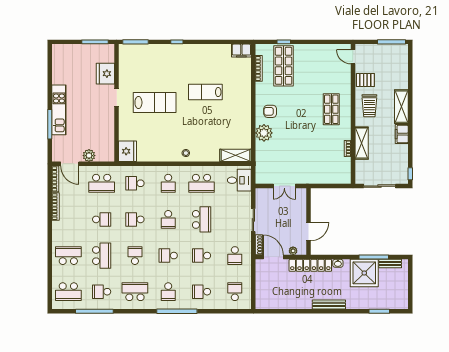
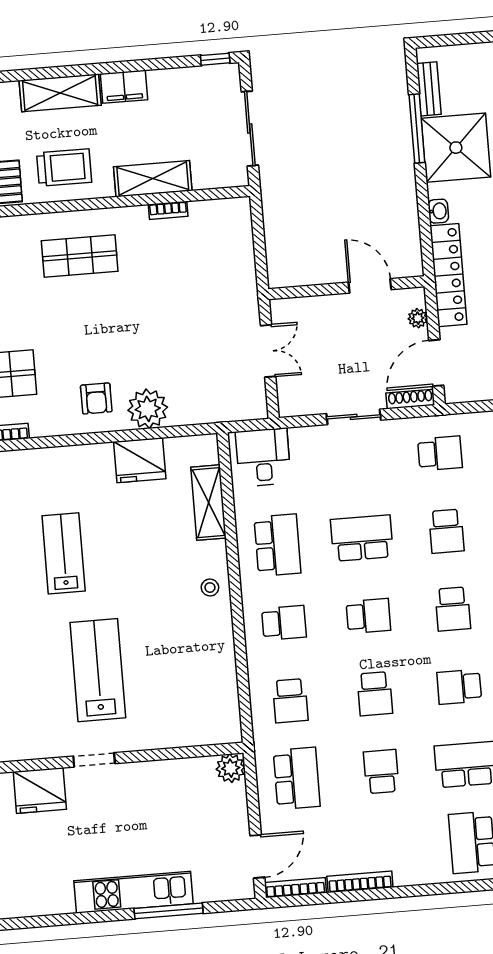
lab bench: (205, 92) -> (64, 553), turned 180
fridge: (128, 151) -> (140, 460), moved, turned 180
shelving: (236, 155) -> (208, 503), moved
plant: (89, 156) -> (231, 768), moved

